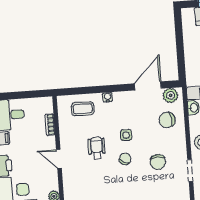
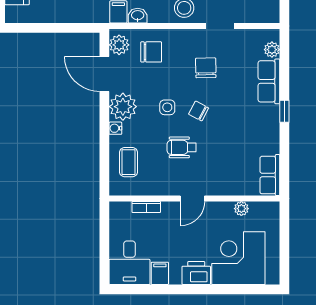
plant: (124, 102) -> (123, 107), added
chair: (167, 120) -> (151, 52), turned -80
chair: (158, 162) -> (206, 68), turned -91

